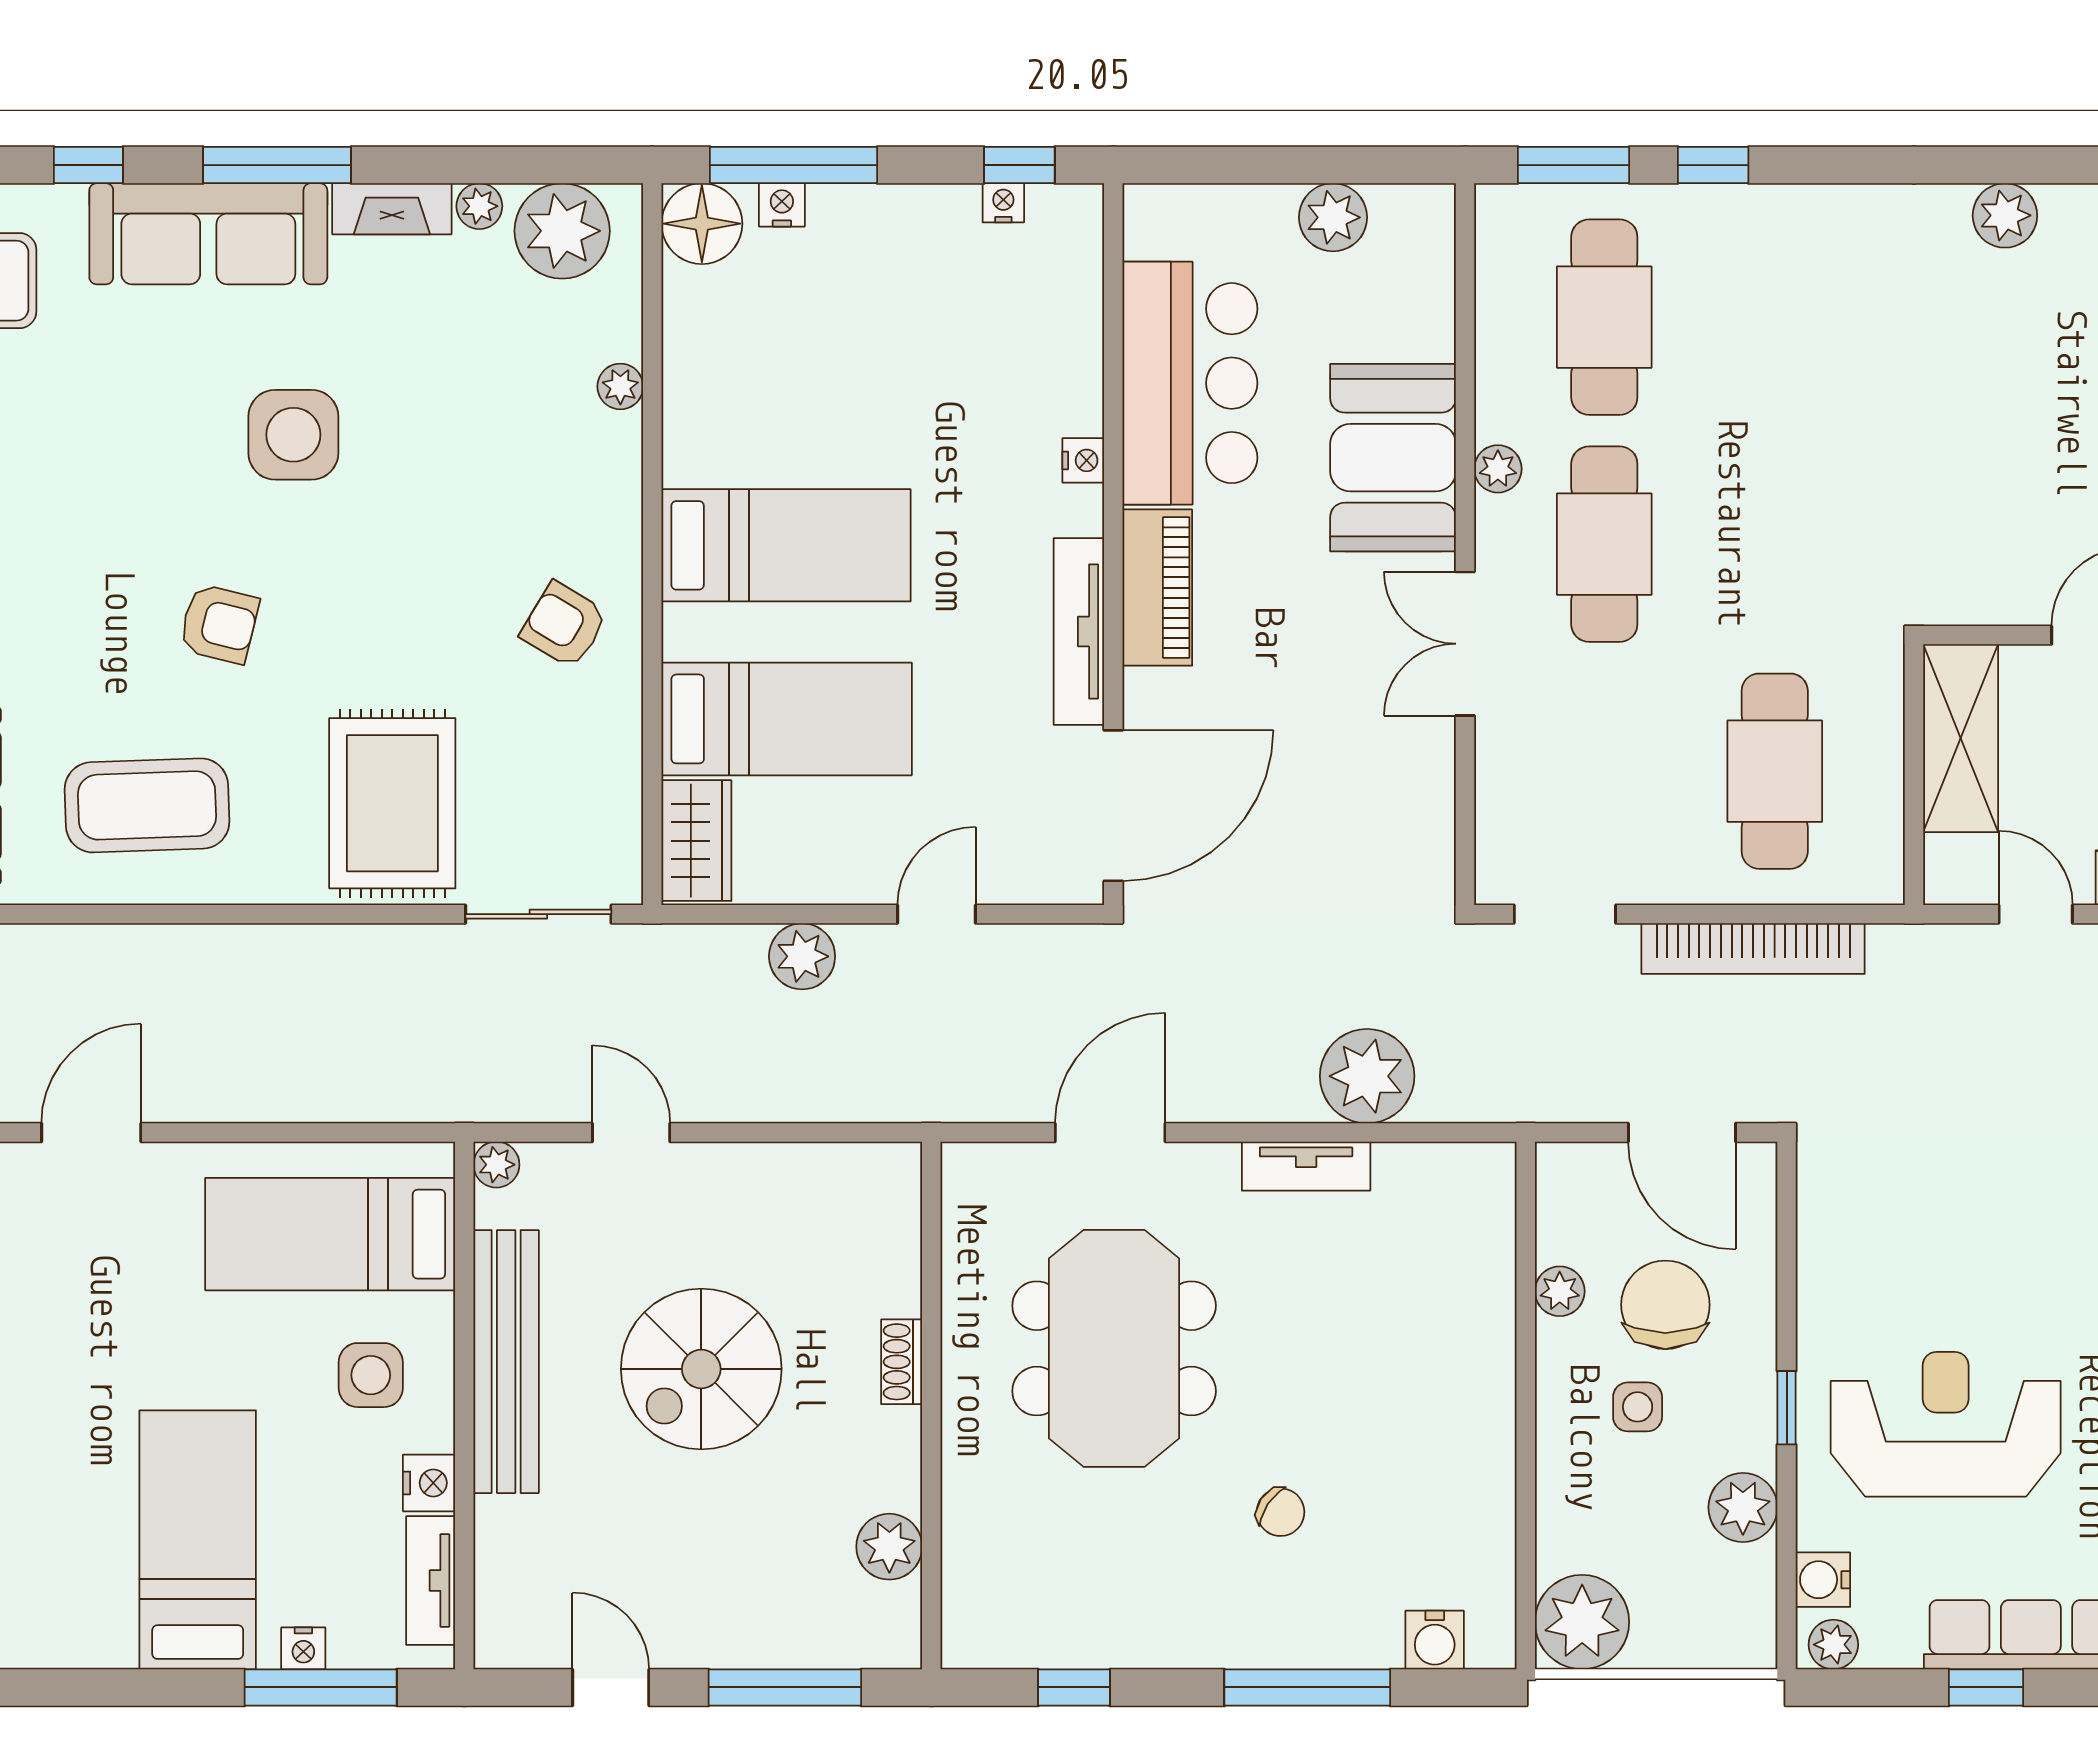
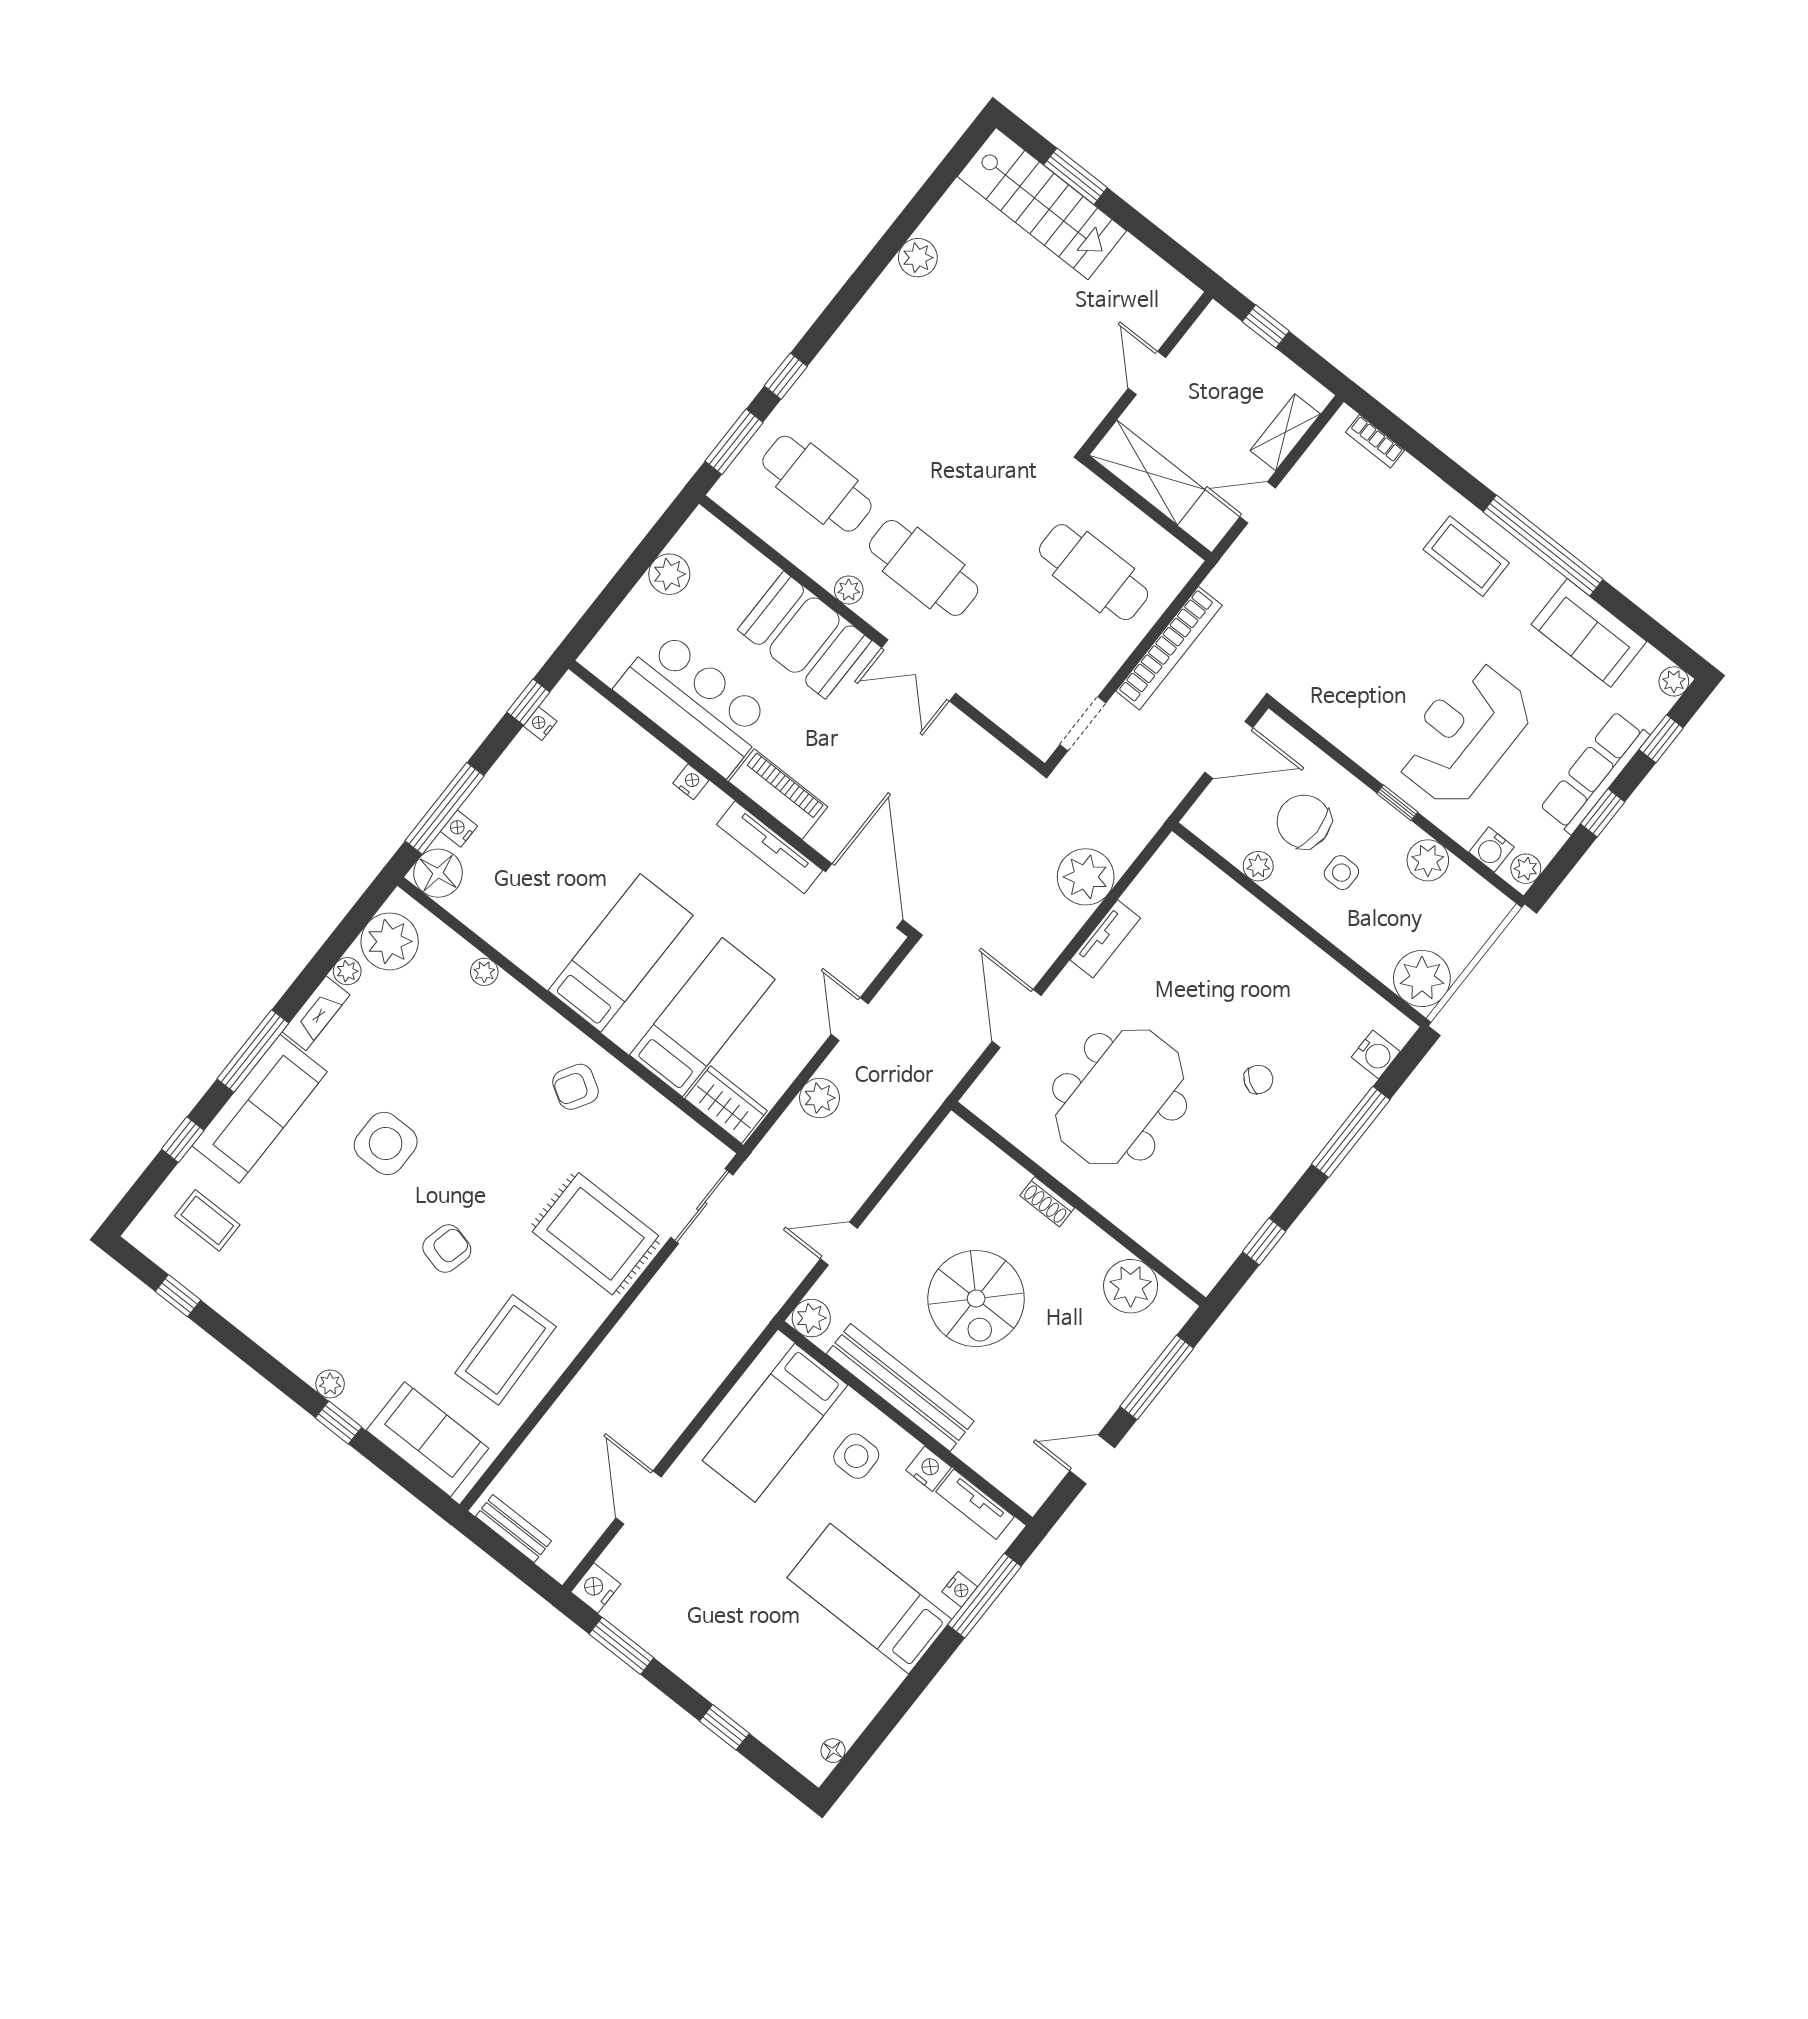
plant: (496, 1165) -> (811, 1318), width x1.38, depth x1.38
meeting table: (1114, 1348) -> (1120, 1097), turned 90
plant: (889, 1547) -> (1131, 1286), width x1.36, depth x1.36

